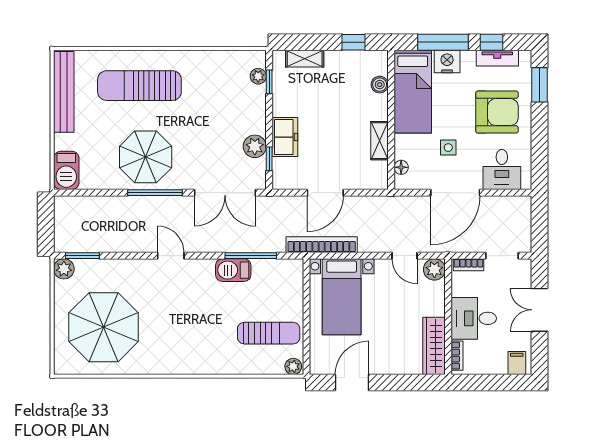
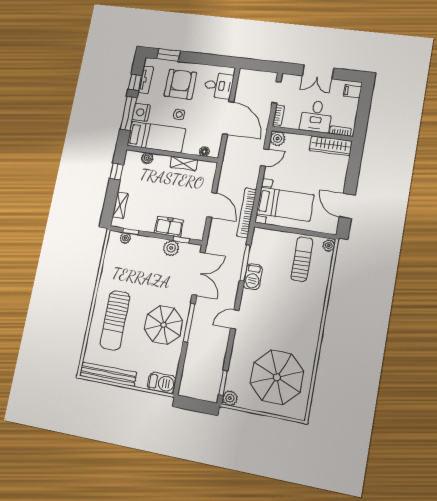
side table: (448, 148) -> (179, 114), moved

